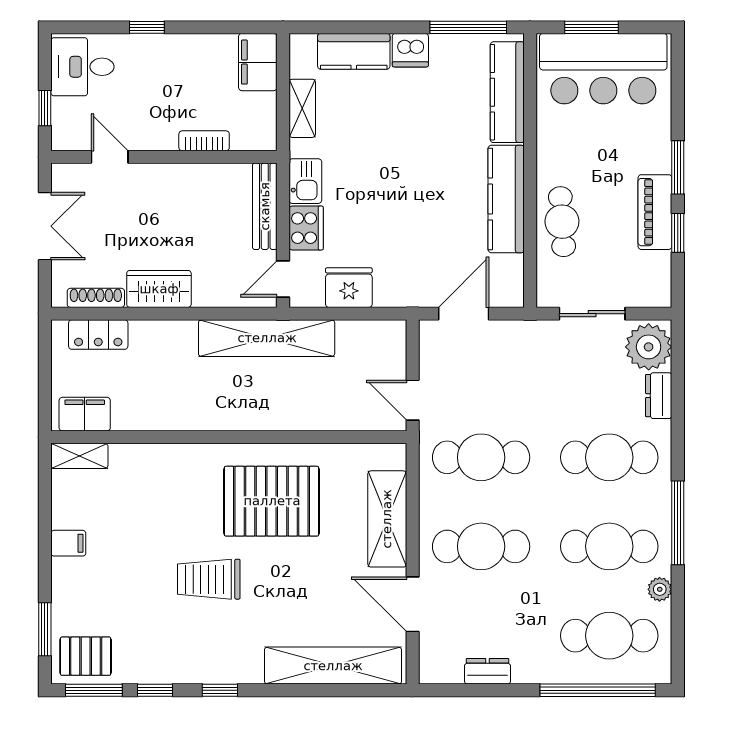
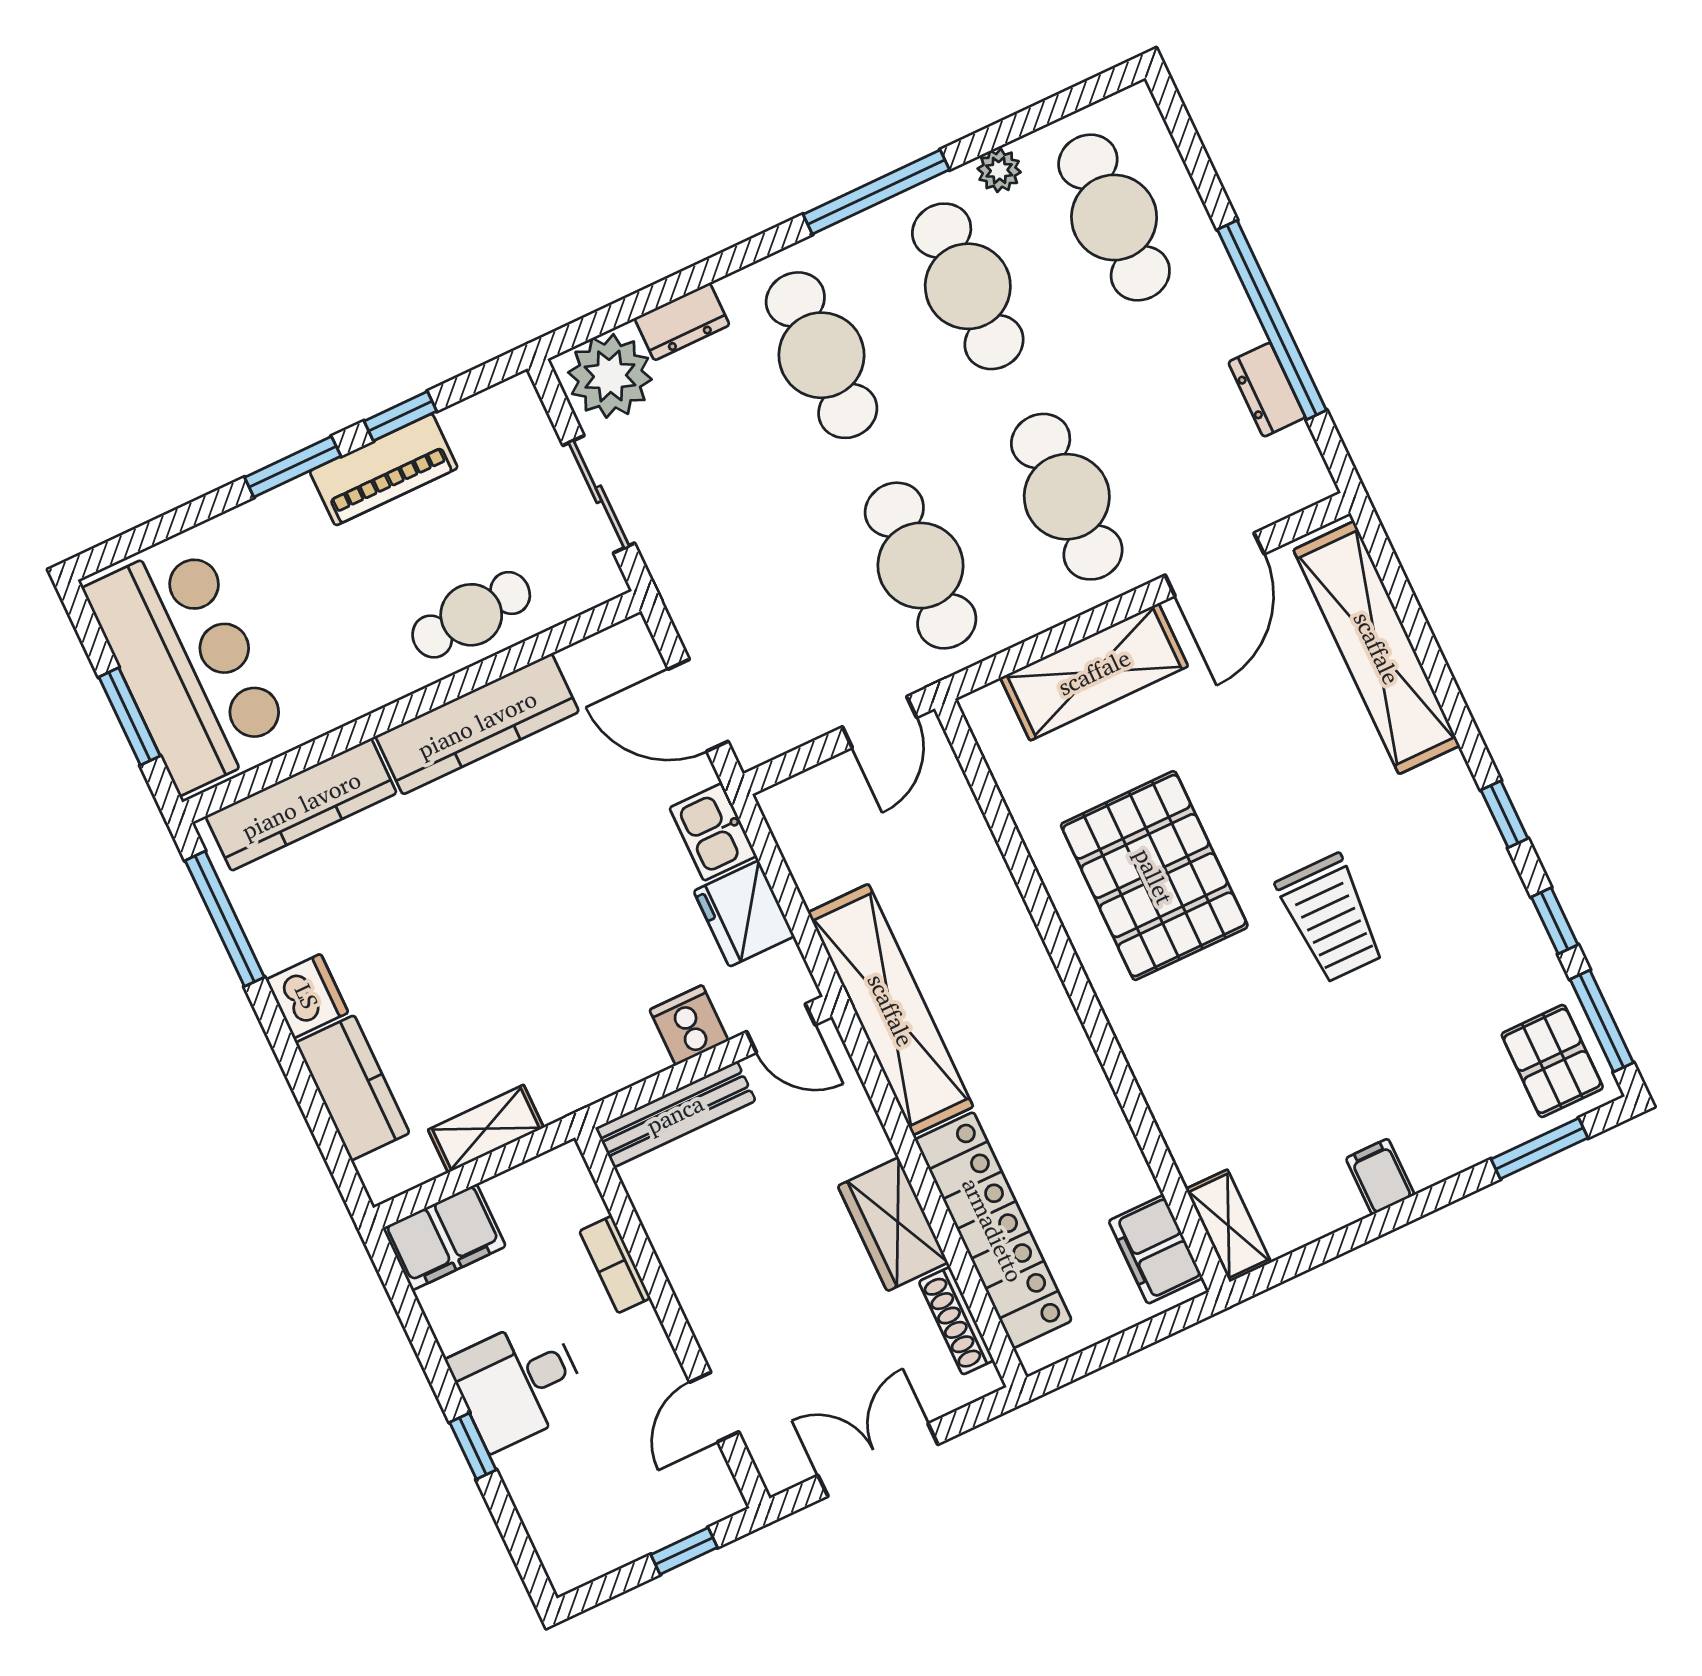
desk: (82, 67) -> (518, 1383), moved, turned 90
kitchen sink: (305, 181) -> (713, 832), moved, turned -90
cooker: (306, 228) -> (689, 1025), width x0.73
locker: (98, 335) -> (993, 1230), width x2.16, depth x1.21
window: (598, 690) -> (1272, 320), moved

